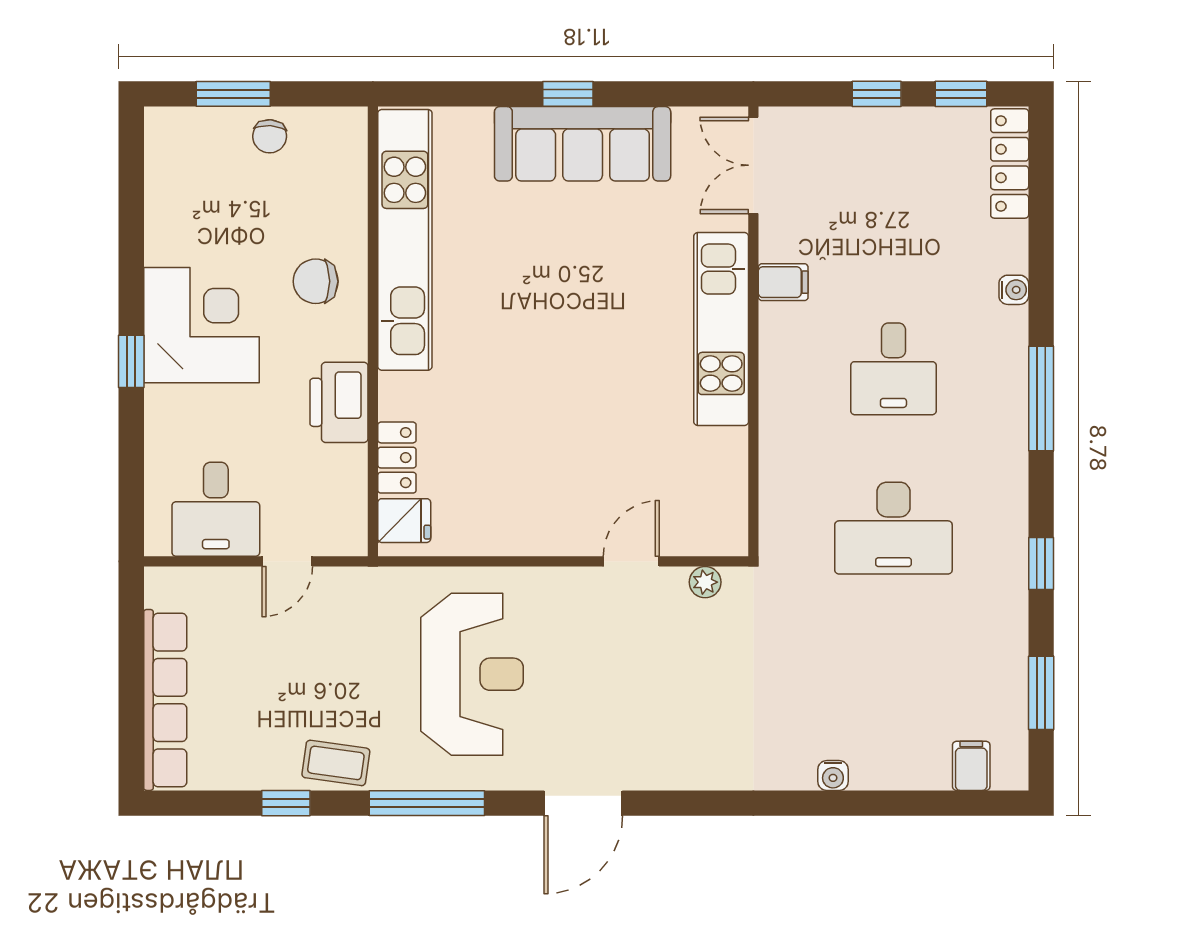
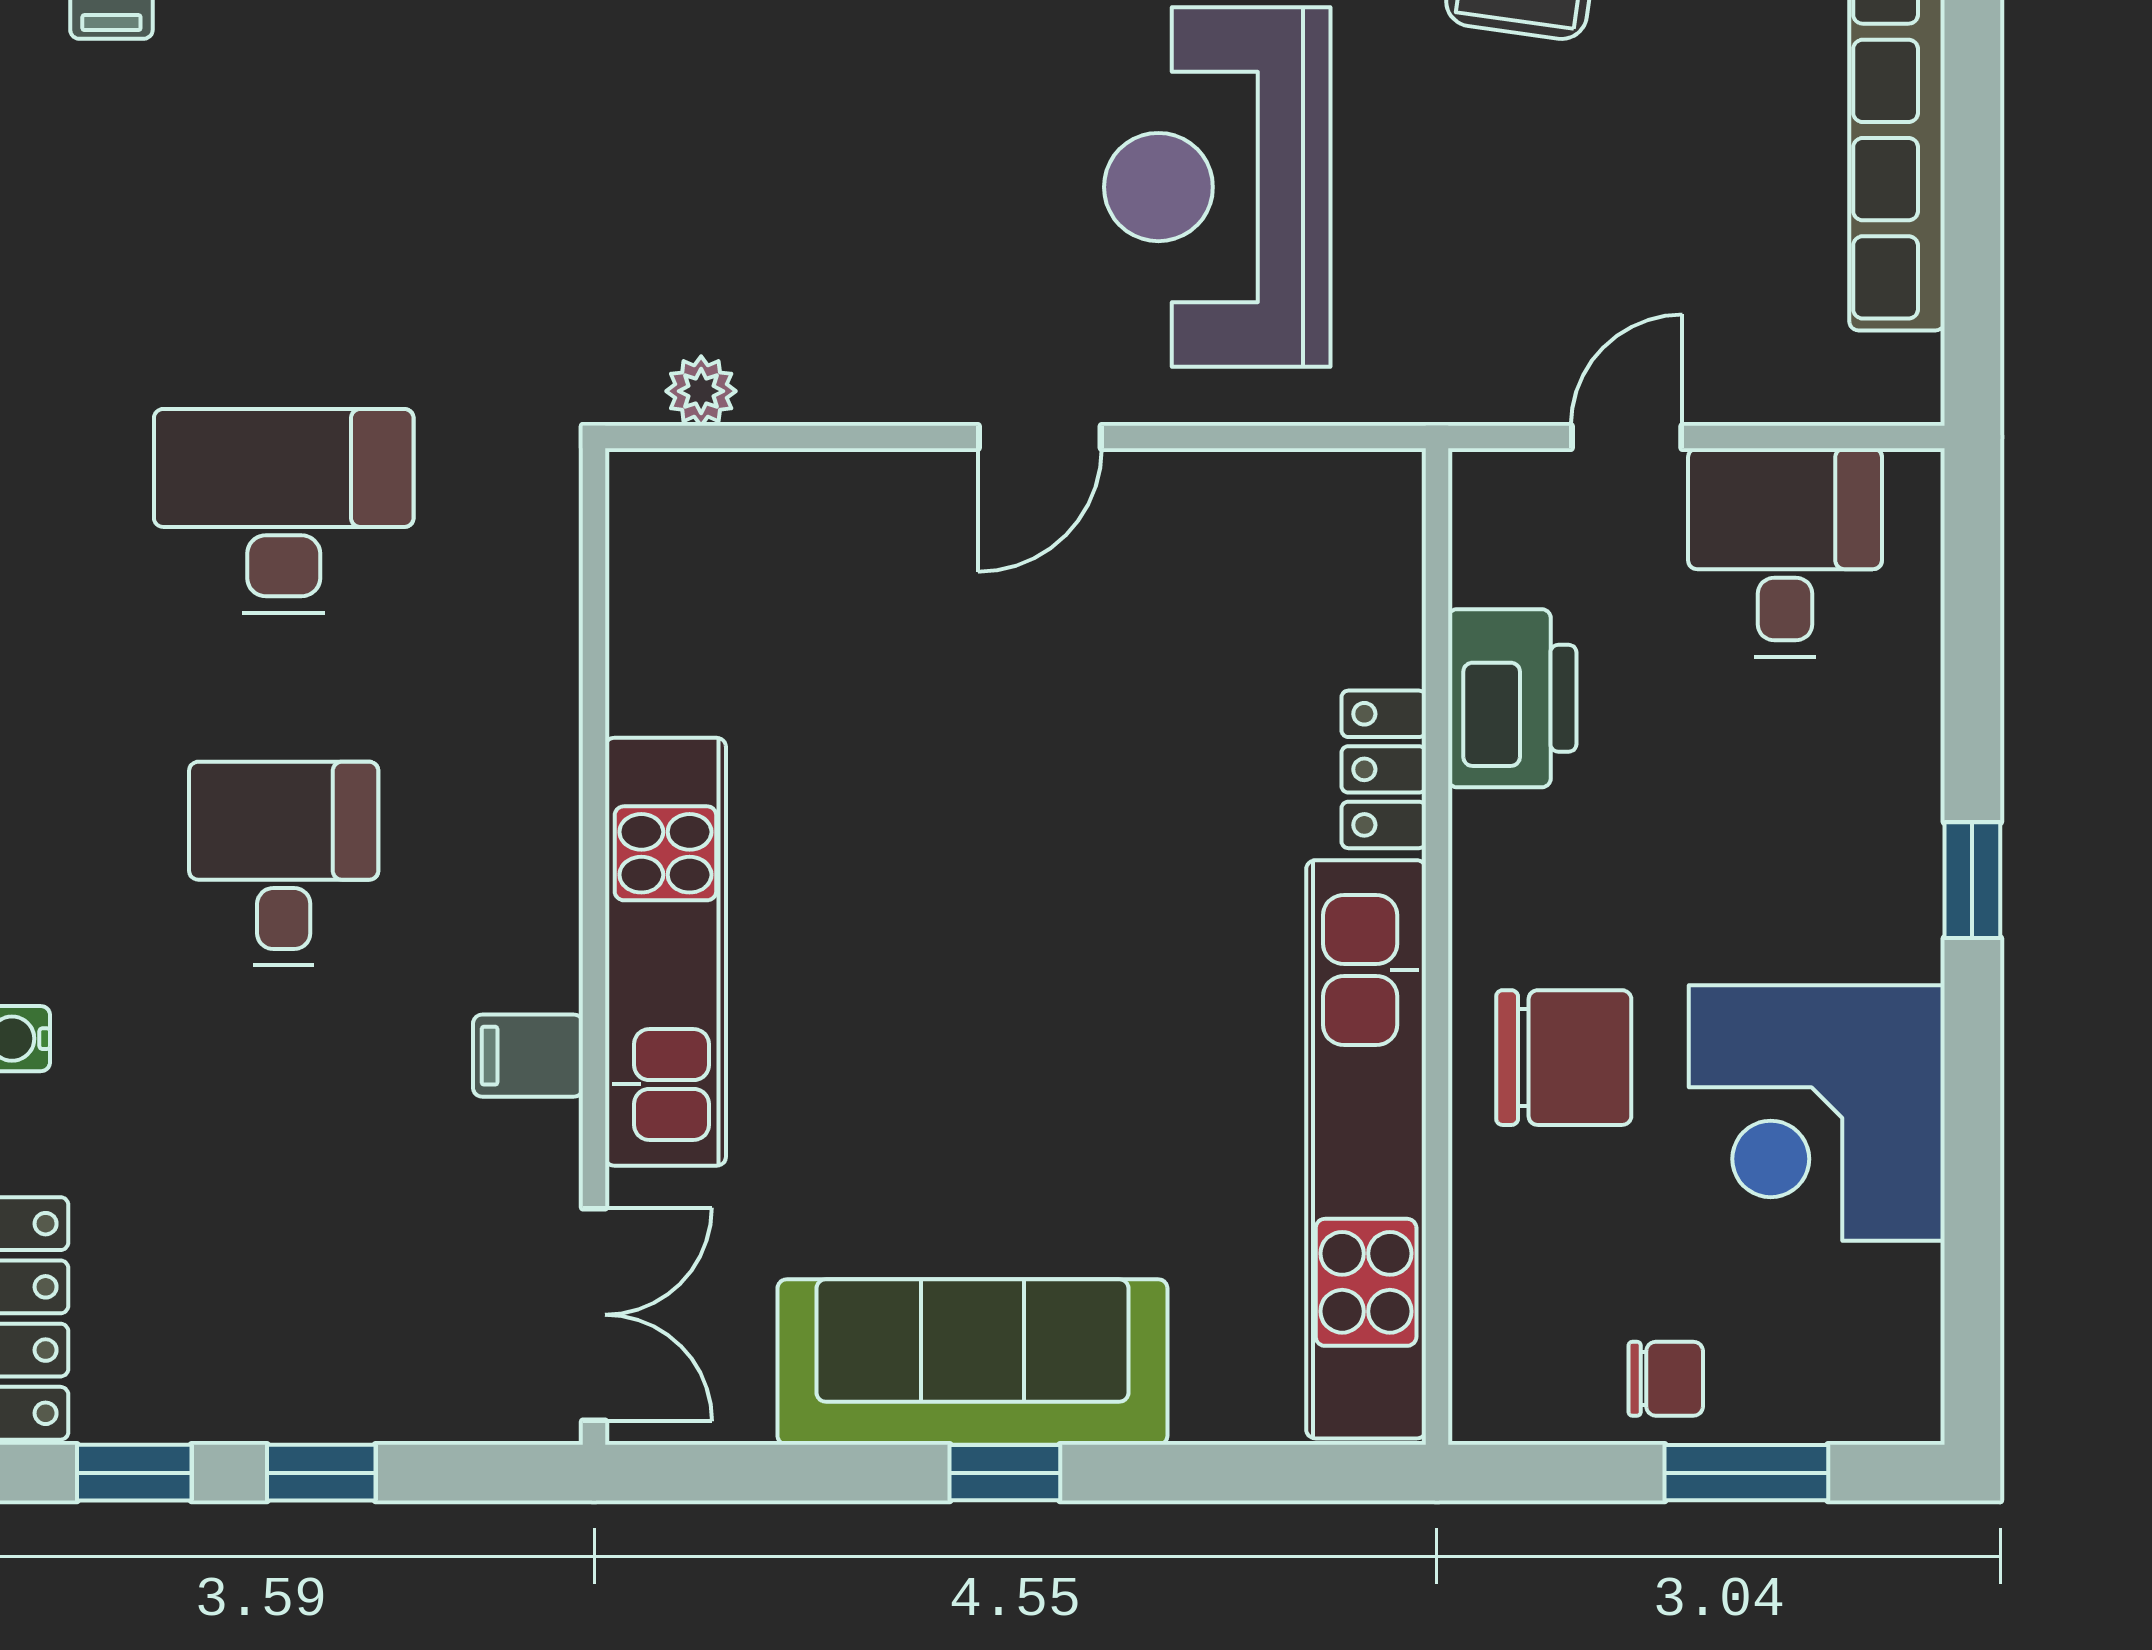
chair: (270, 136) -> (1666, 1379), turned 86
chair: (316, 281) -> (1564, 1058), width x1.37, depth x1.37
corner desk: (201, 325) -> (1817, 1113), moved
printer: (339, 402) -> (1512, 698), moved
locker: (397, 458) -> (1384, 769), moved
fridge: (404, 521) -> (1368, 527), removed
door: (631, 561) -> (1040, 437), moved

